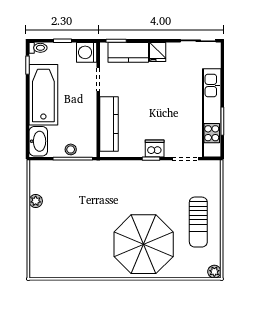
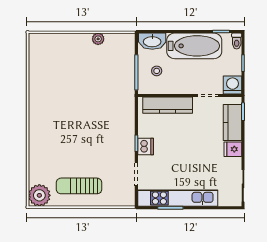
stool: (71, 149) -> (157, 71), moved
parasol: (144, 244) -> (59, 137), removed
plant: (214, 272) -> (39, 195), width x1.87, depth x1.87

